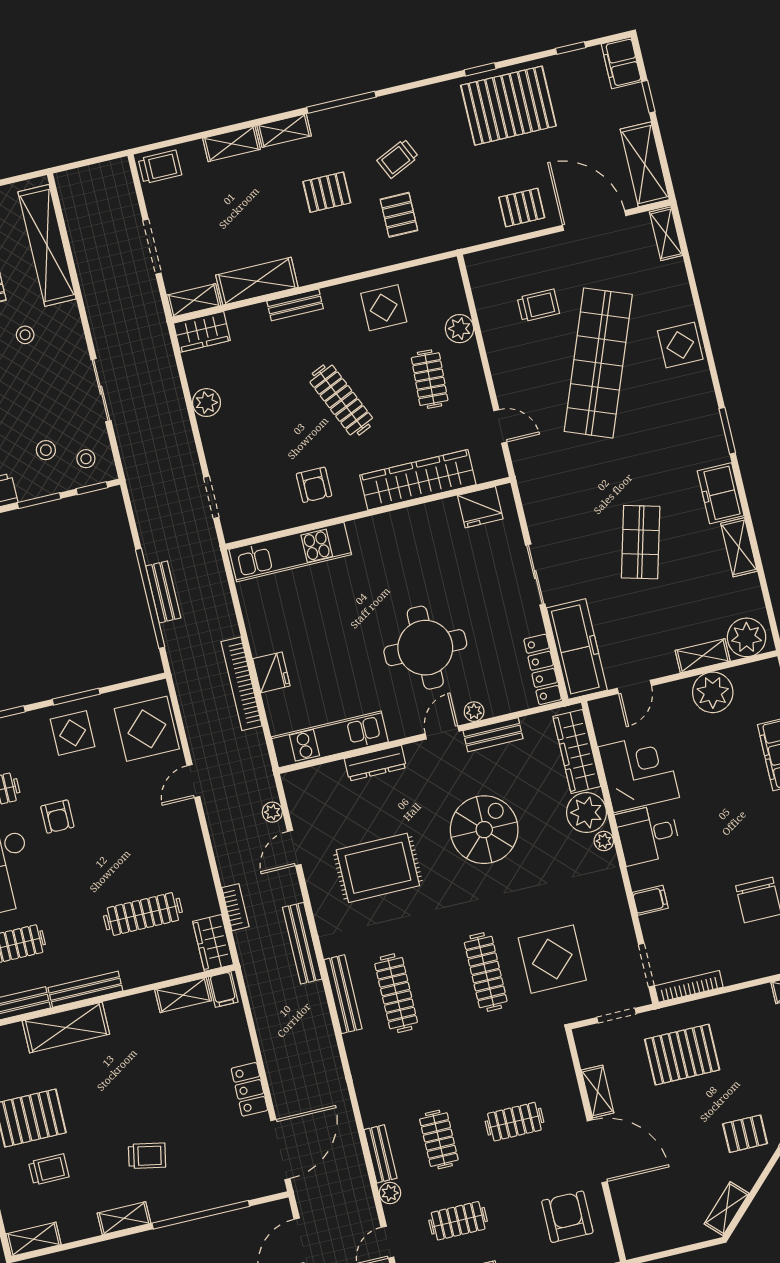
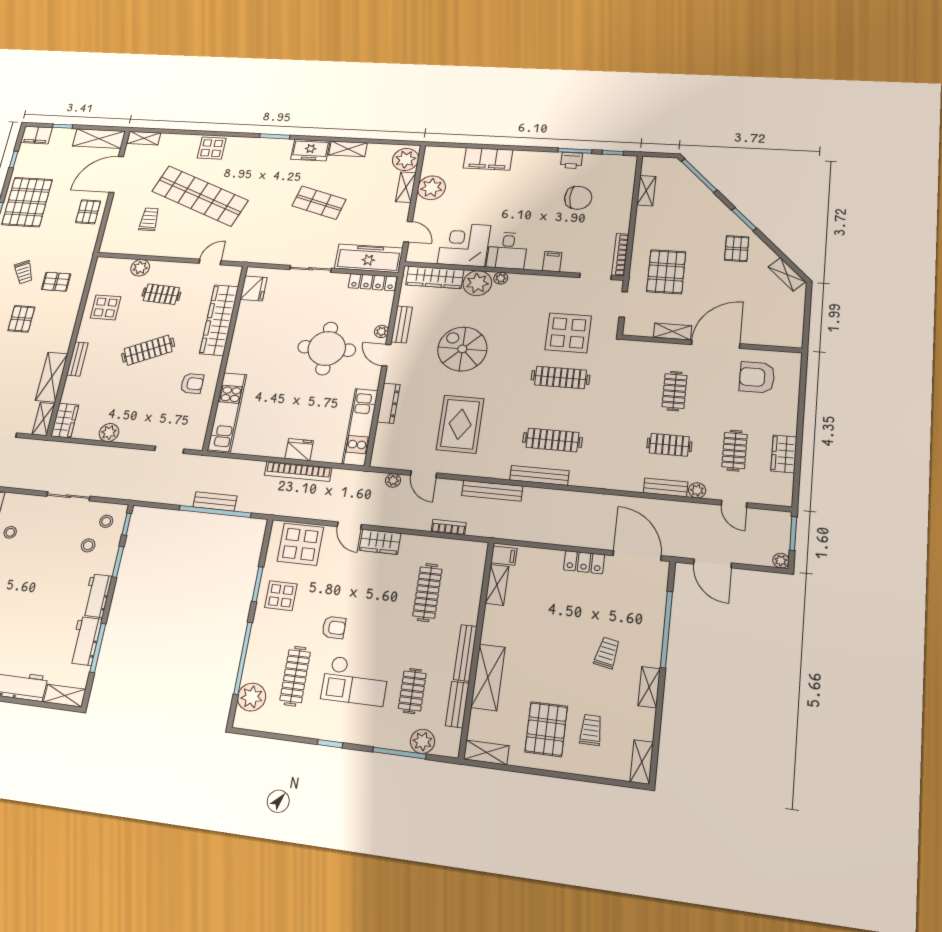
wardrobe: (213, 943) -> (380, 542), moved

